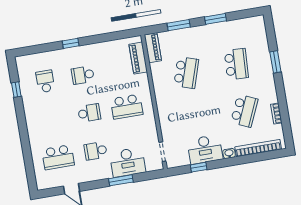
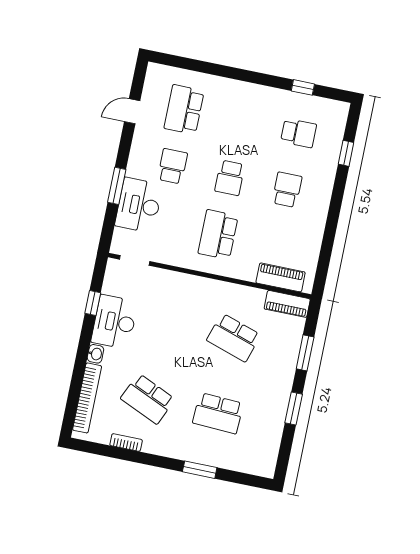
window: (71, 43) -> (346, 153), moved

